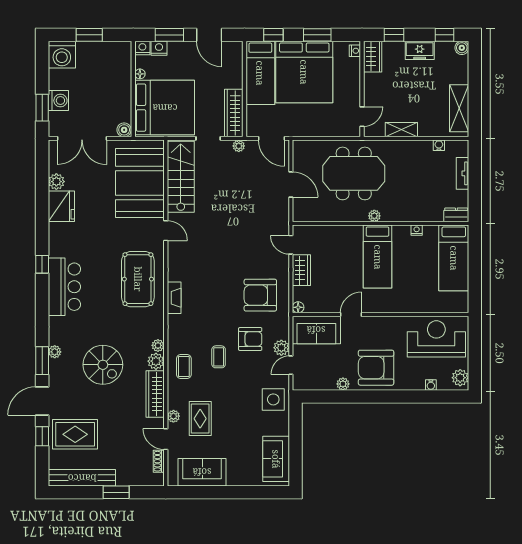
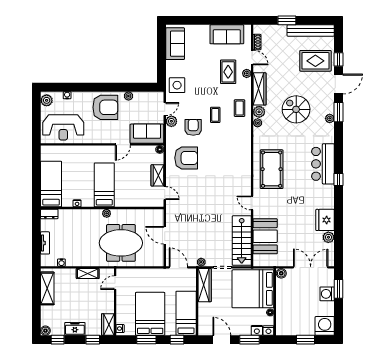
bed: (304, 72) -> (150, 314), width x0.73
booth: (140, 183) -> (265, 236), width x0.73, depth x0.70
fireplace: (174, 298) -> (246, 156), removed
armchair: (250, 339) -> (193, 127), turned 90

